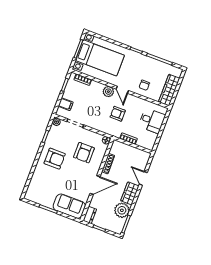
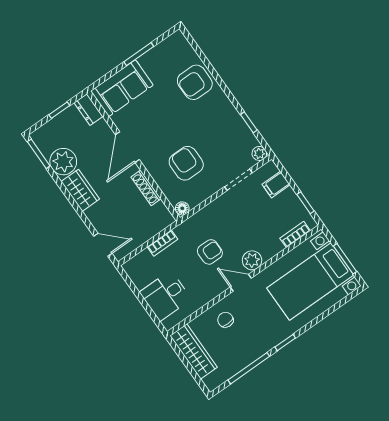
armchair: (55, 159) -> (195, 82), moved
door: (143, 178) -> (103, 245), moved

